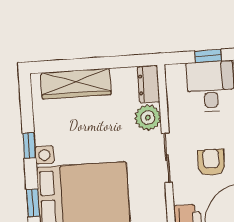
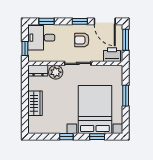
window: (208, 56) -> (25, 48), moved
wardrobe: (76, 84) -> (35, 103), width x0.67

